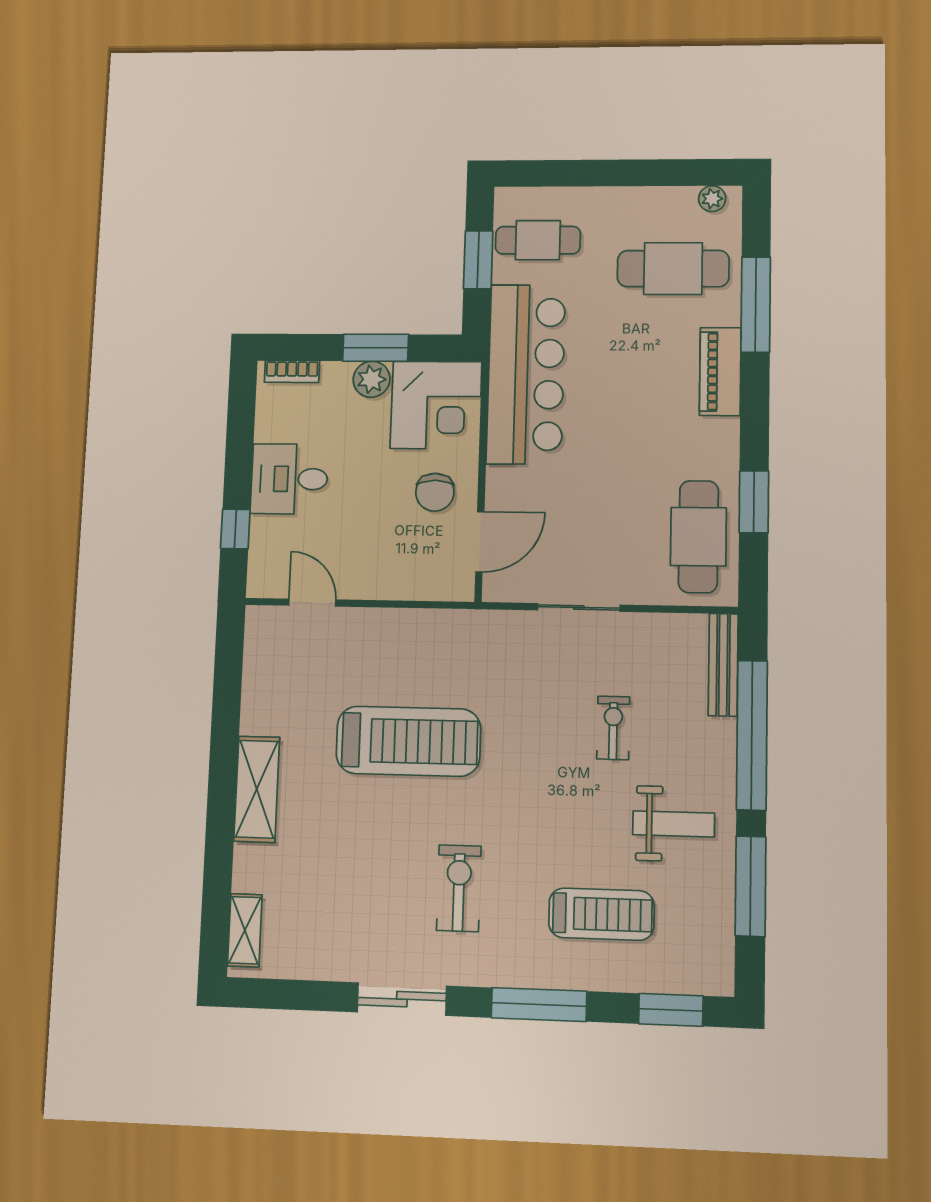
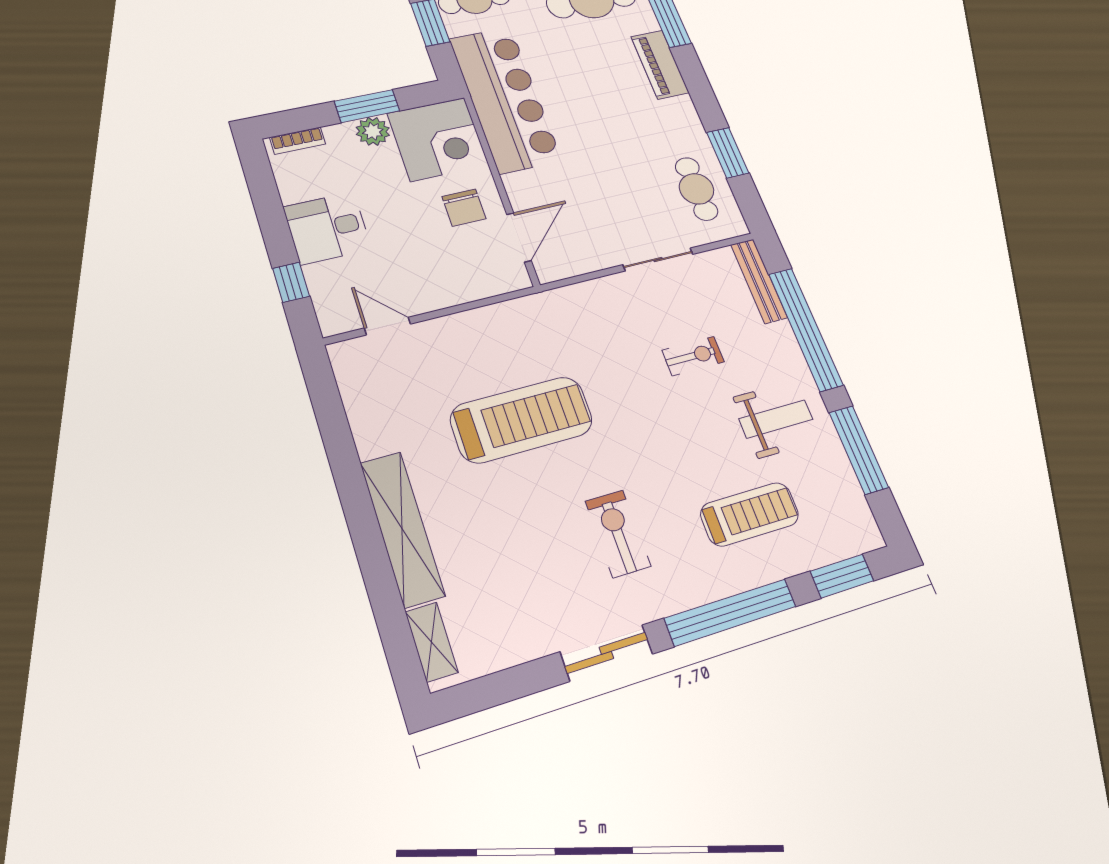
cafe table: (698, 537) -> (697, 189), width x0.73, depth x0.74
sliding door: (579, 607) -> (658, 259), moved
exercise bike: (613, 728) -> (693, 356), turned 90
shelving: (257, 789) -> (402, 529), width x1.47
window: (539, 1005) -> (730, 612), width x1.46

